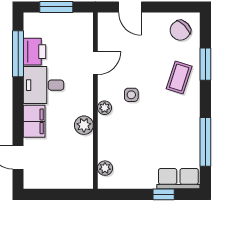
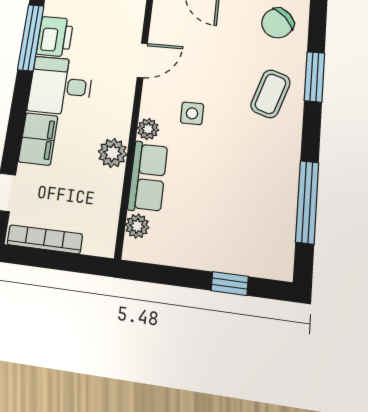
row of seats: (178, 179) -> (148, 177), moved, turned 90
bookcase: (48, 183) -> (45, 239), added

